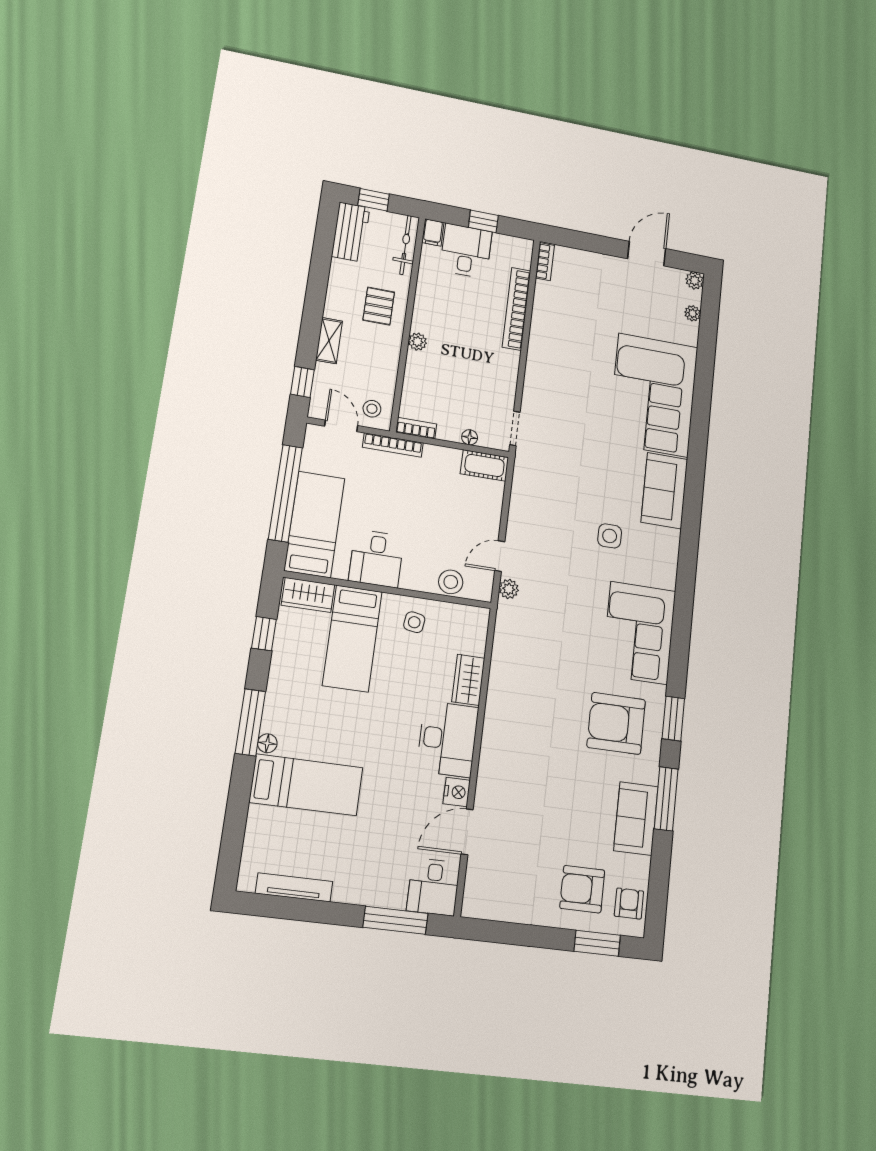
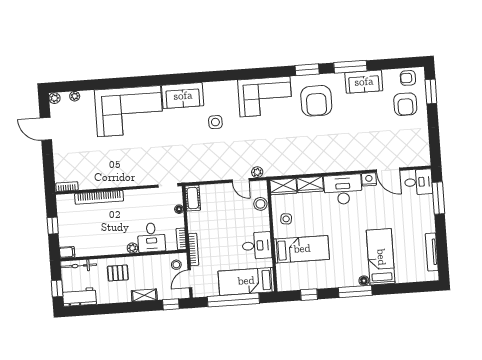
desk: (466, 251) -> (151, 237), moved, turned -90
wardrobe: (308, 595) -> (283, 187), moved, turned 90

